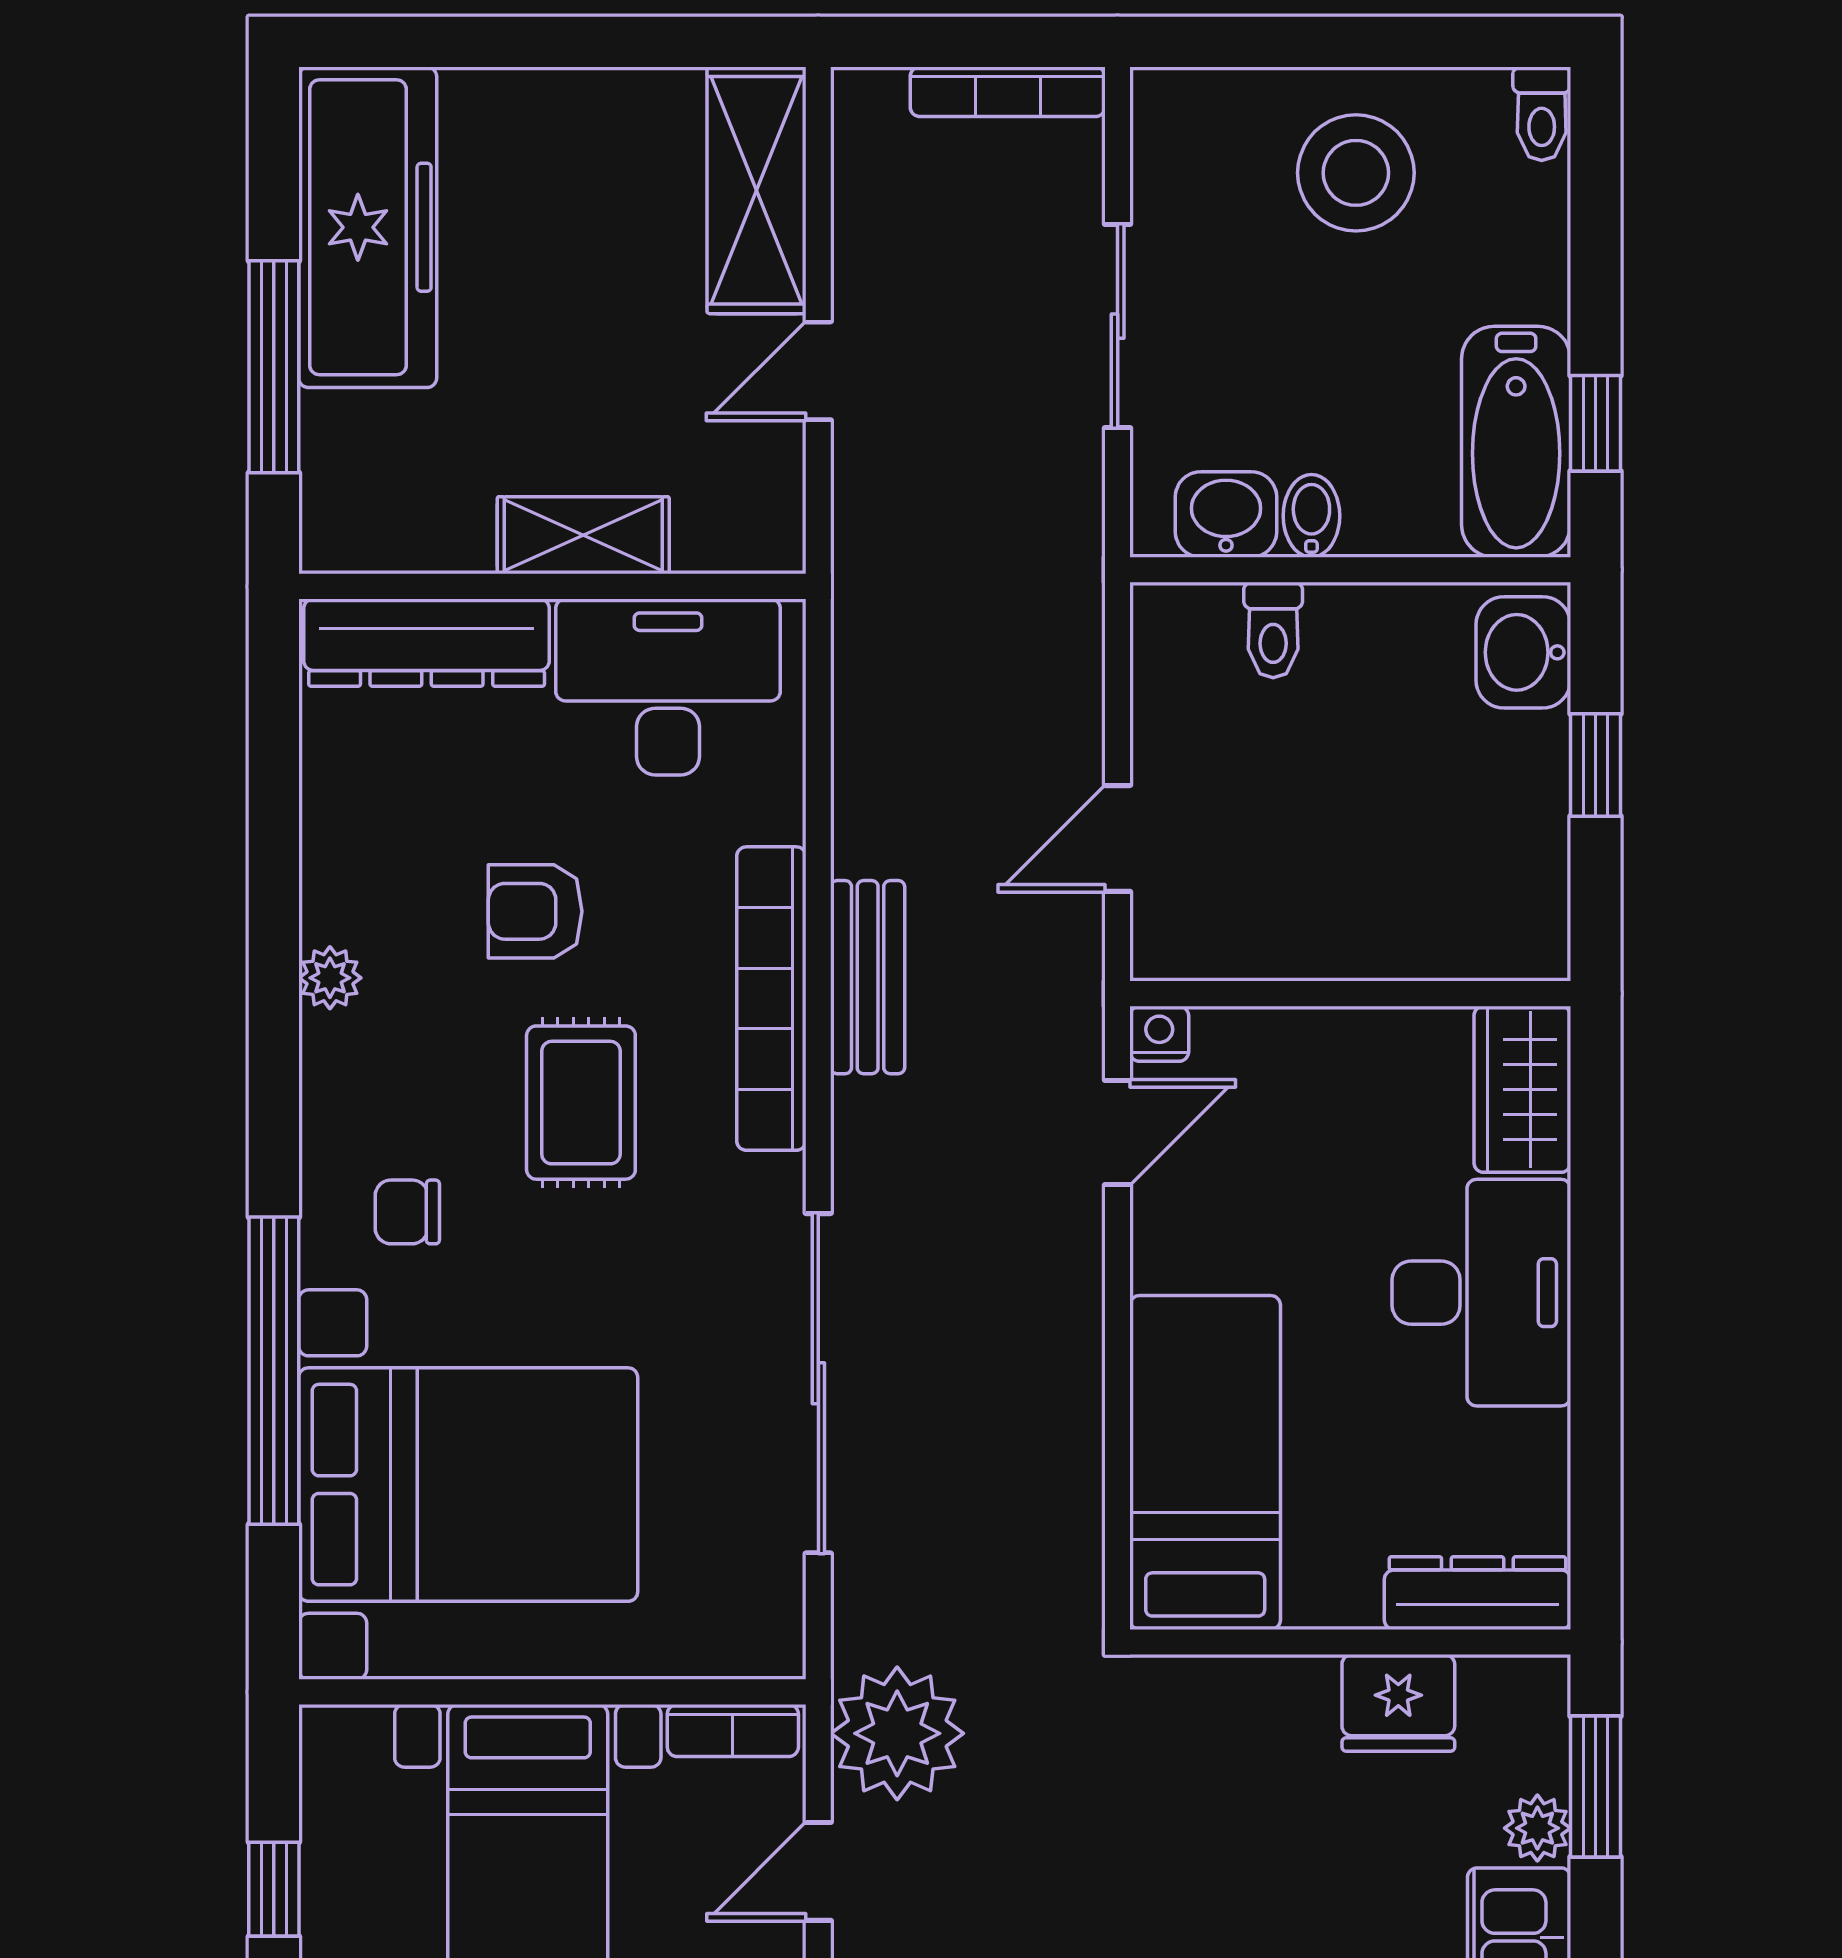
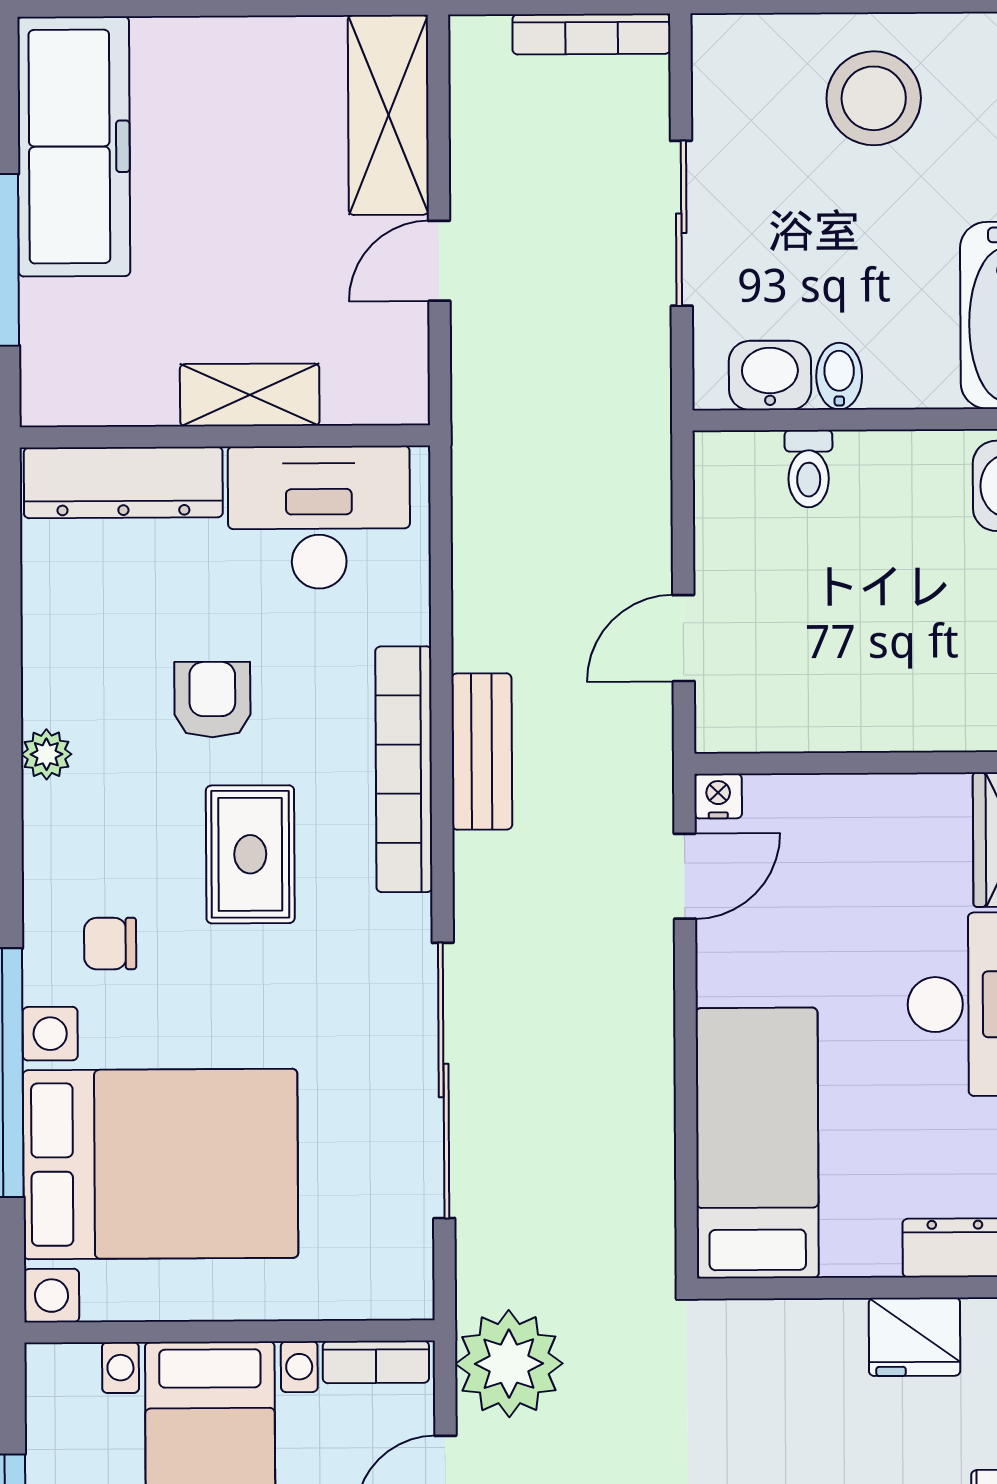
armchair: (535, 911) -> (212, 700), turned 90

